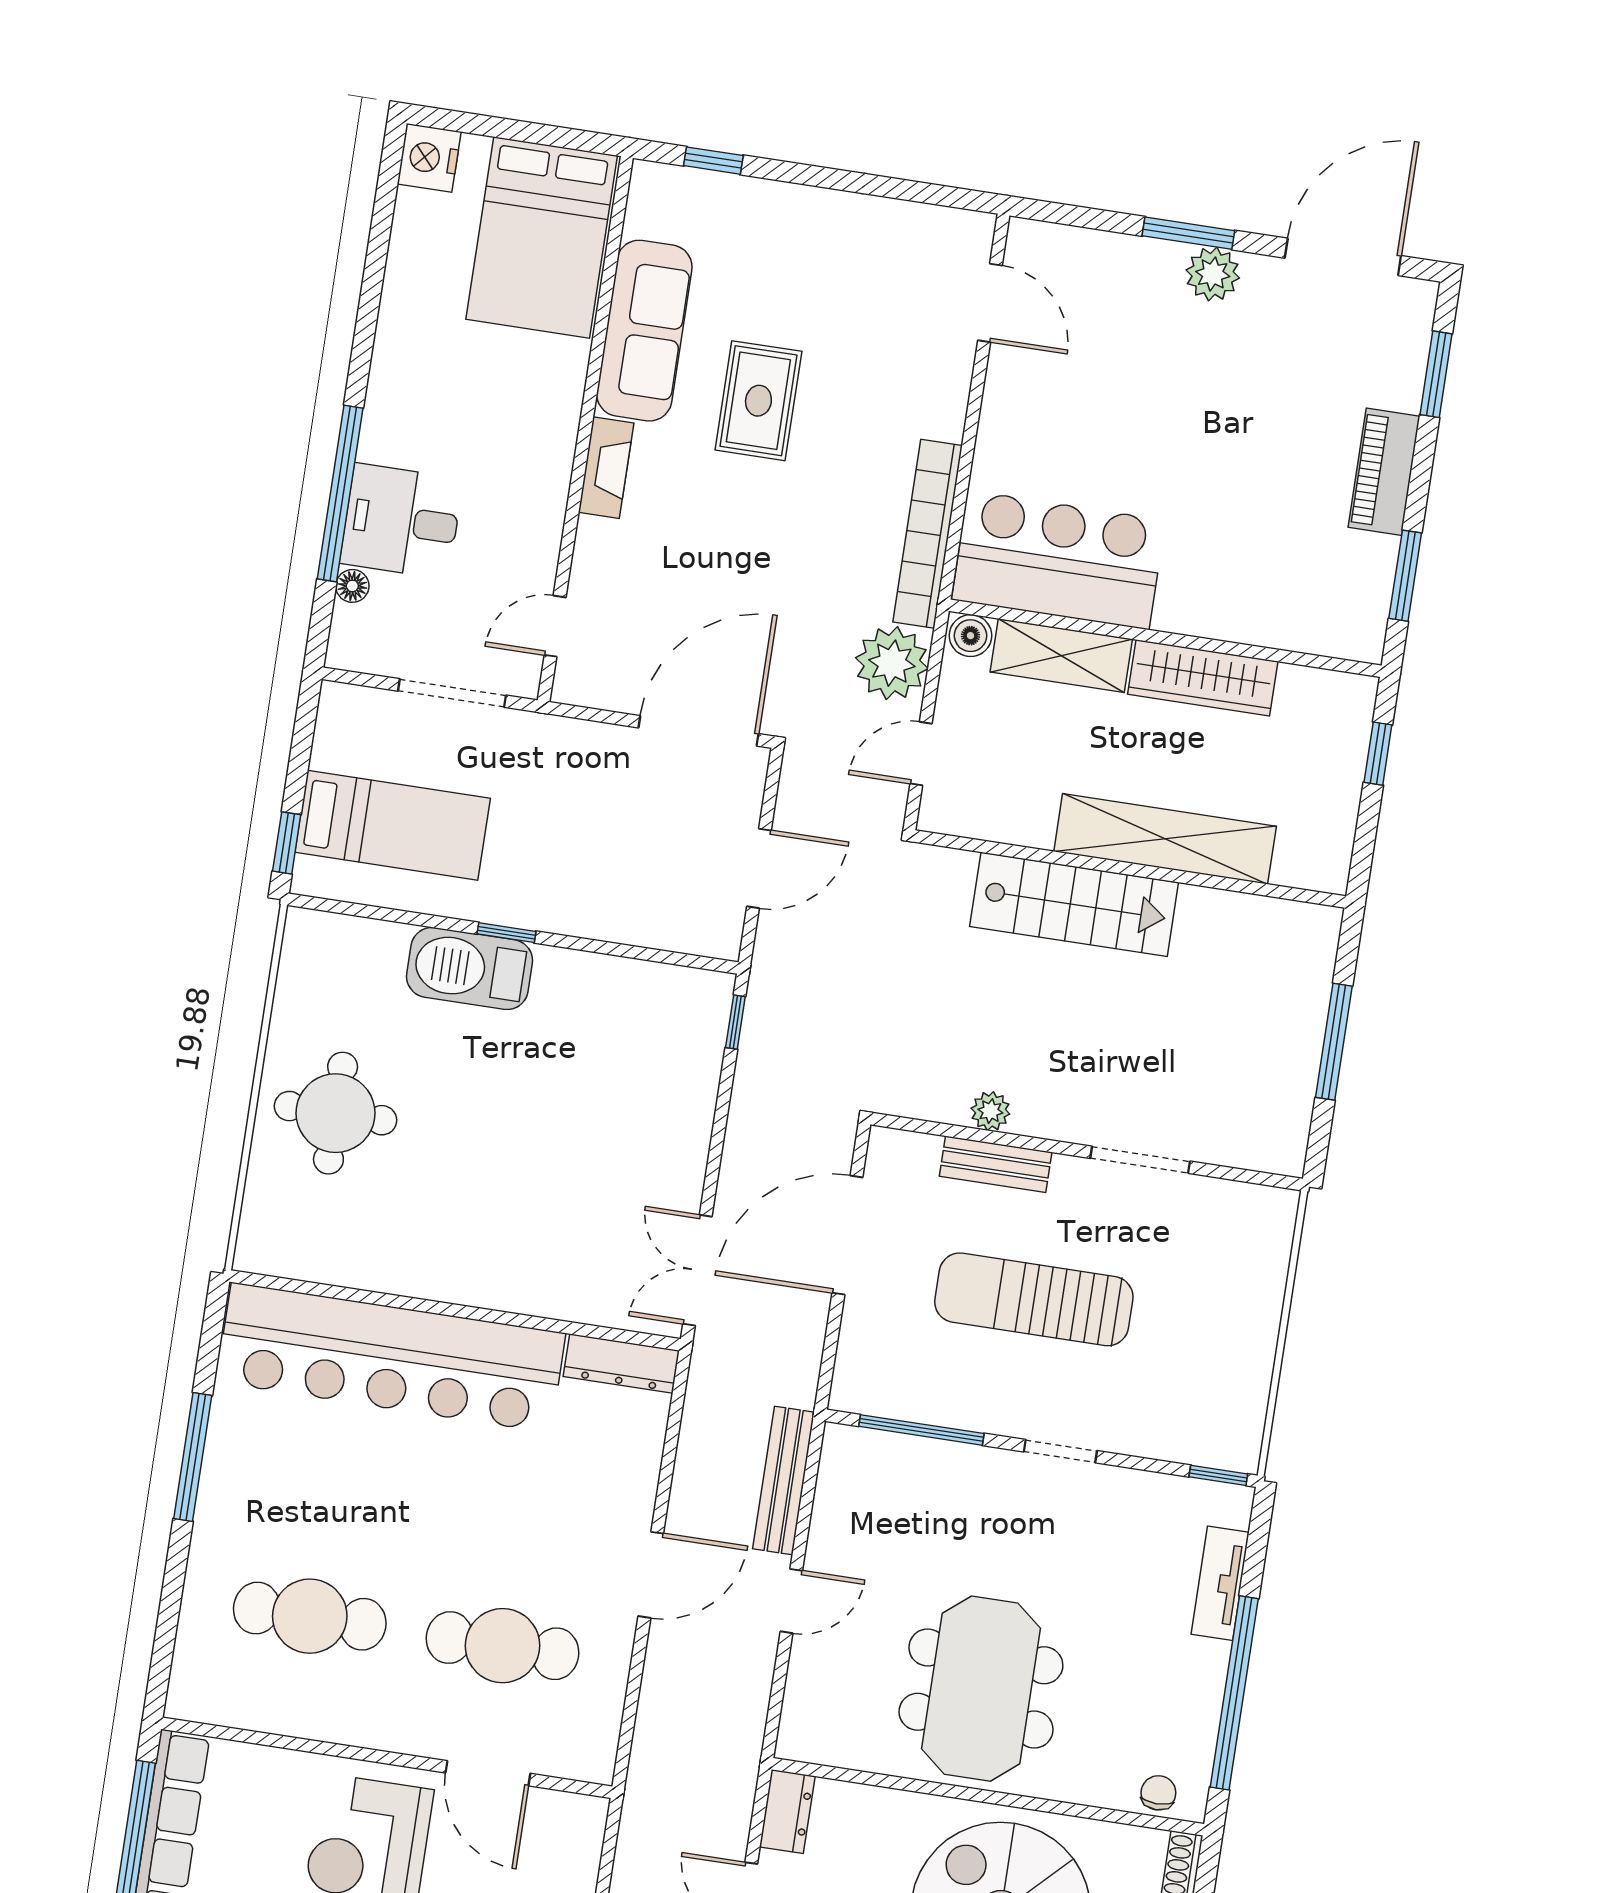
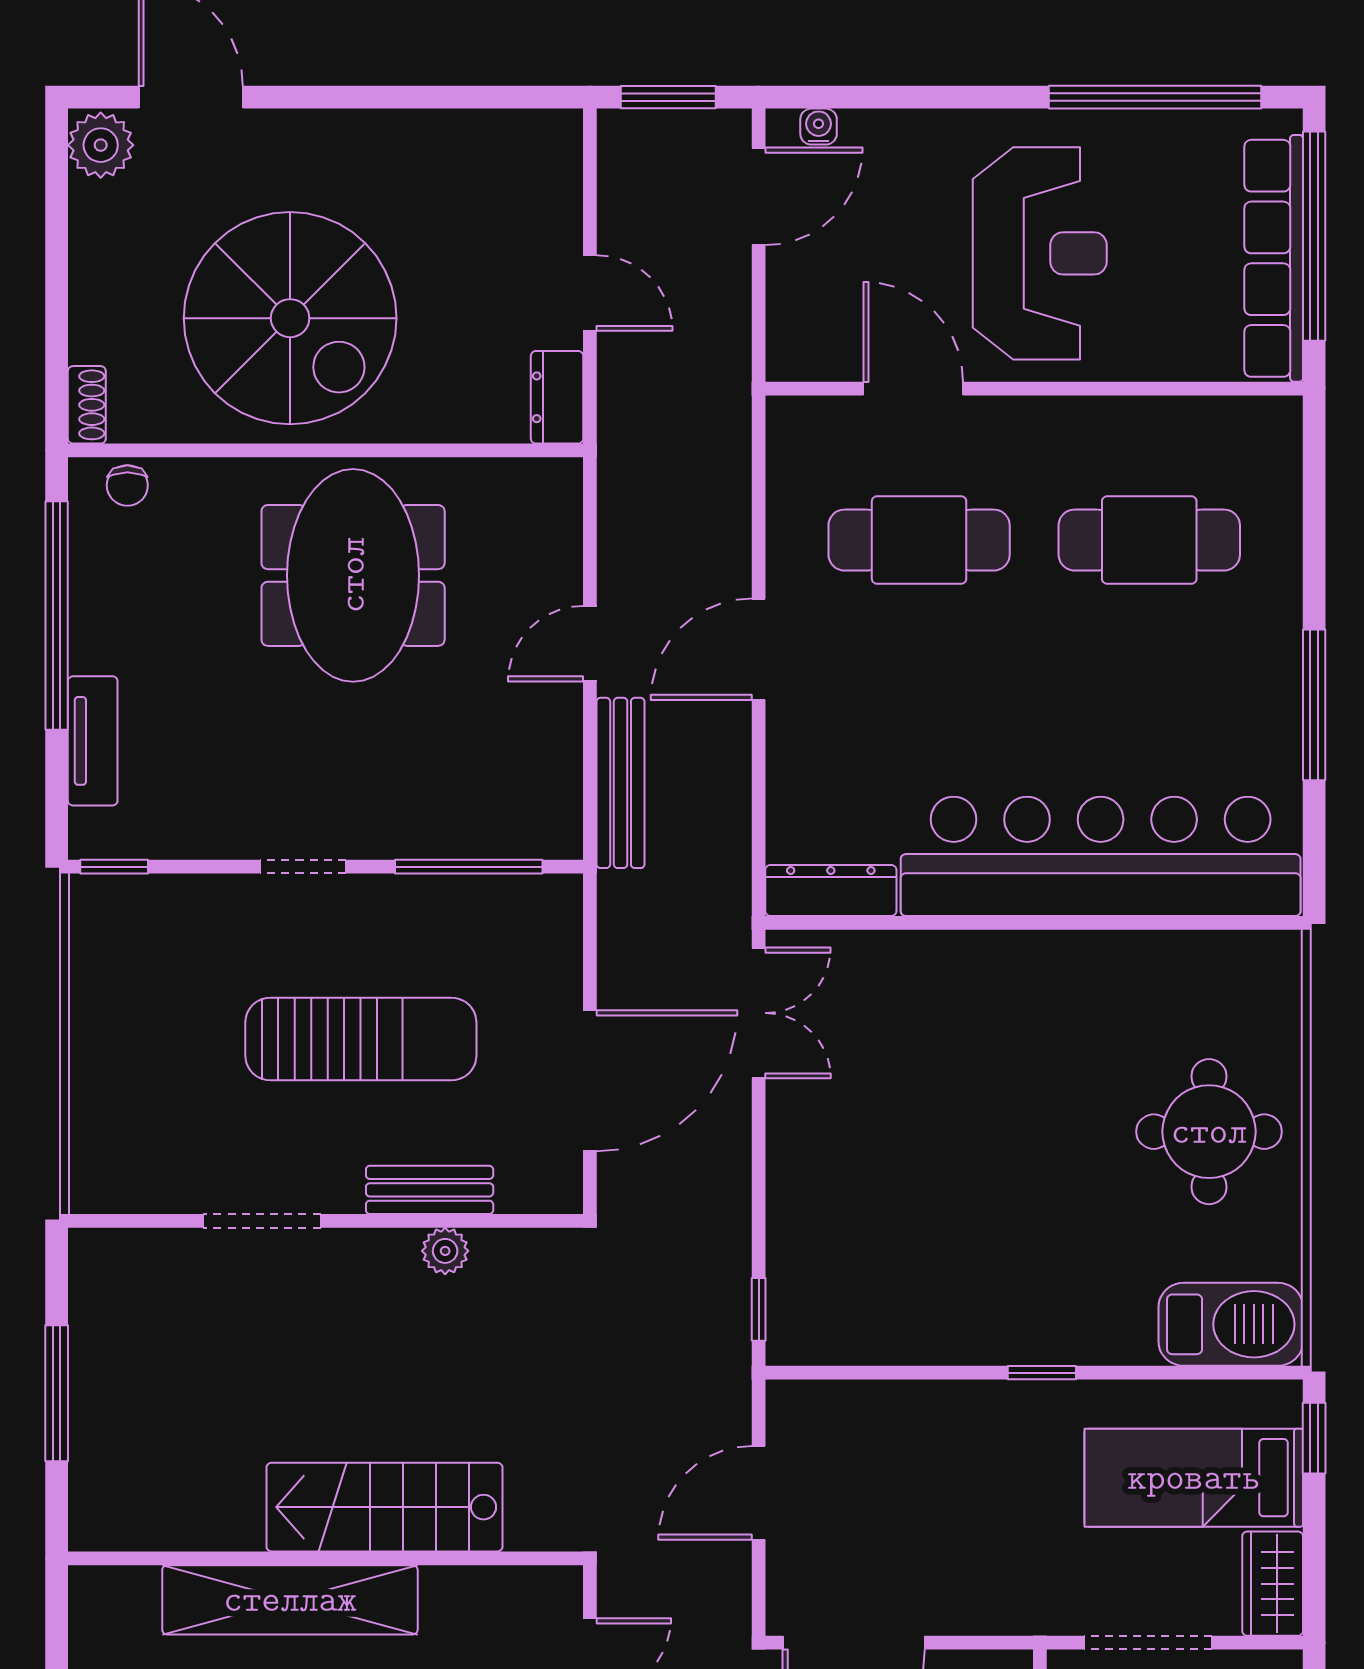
wardrobe: (340, 727) -> (1273, 1584), added
barbecue: (470, 969) -> (1231, 1324), moved

